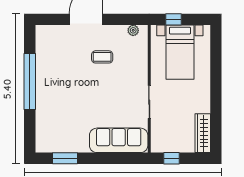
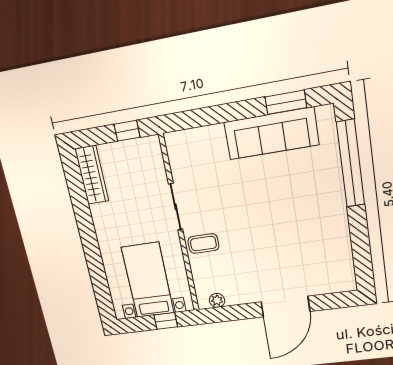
coffee table: (102, 57) -> (203, 244), moved
window: (30, 81) -> (351, 164), moved
sofa: (119, 140) -> (271, 134), moved

